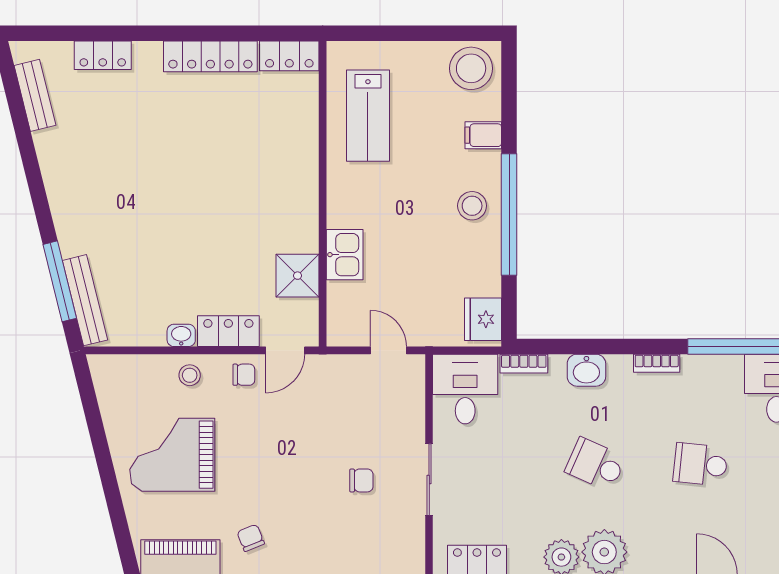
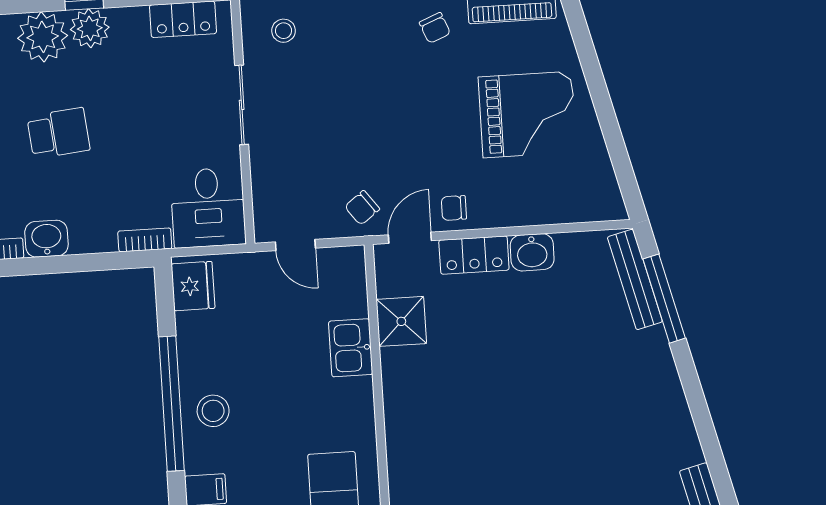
washbasin: (181, 335) -> (532, 252), width x1.38, depth x1.45
washbasin: (586, 370) -> (46, 239), moved
stool: (190, 375) -> (284, 31), moved
school desk: (595, 464) -> (58, 133), turned -30
chair: (361, 480) -> (362, 208), moved, turned -37

